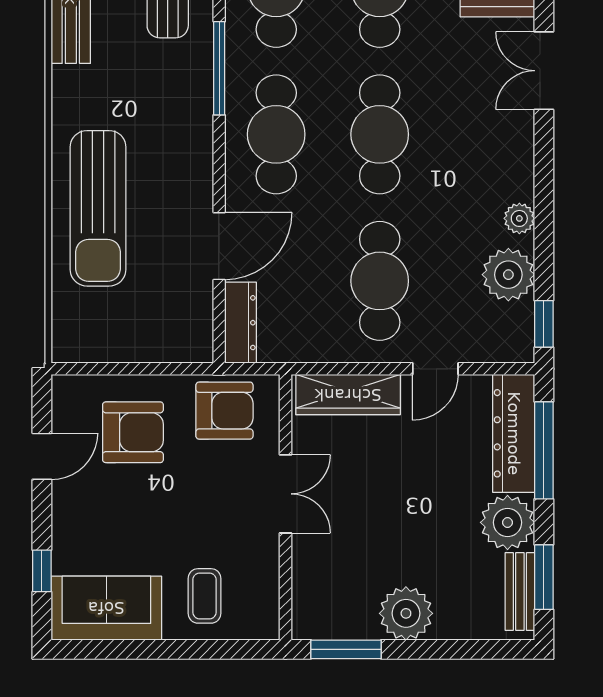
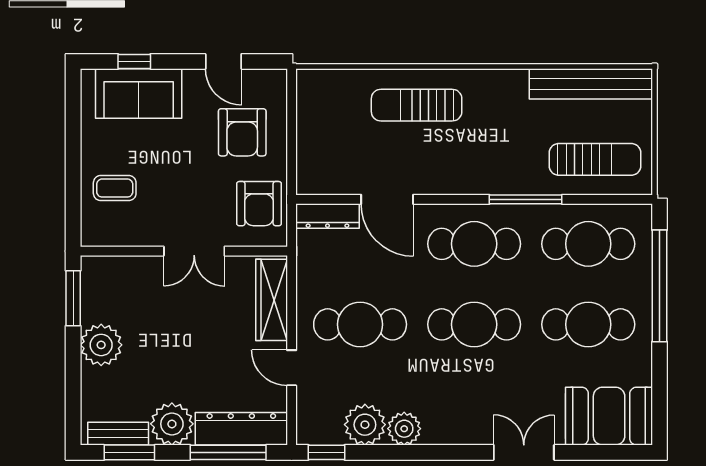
sun lounger: (98, 208) -> (417, 105), width x0.73, depth x0.75
plant: (519, 218) -> (404, 429), width x1.38, depth x1.38
sofa: (106, 608) -> (139, 94), moved, turned 90

